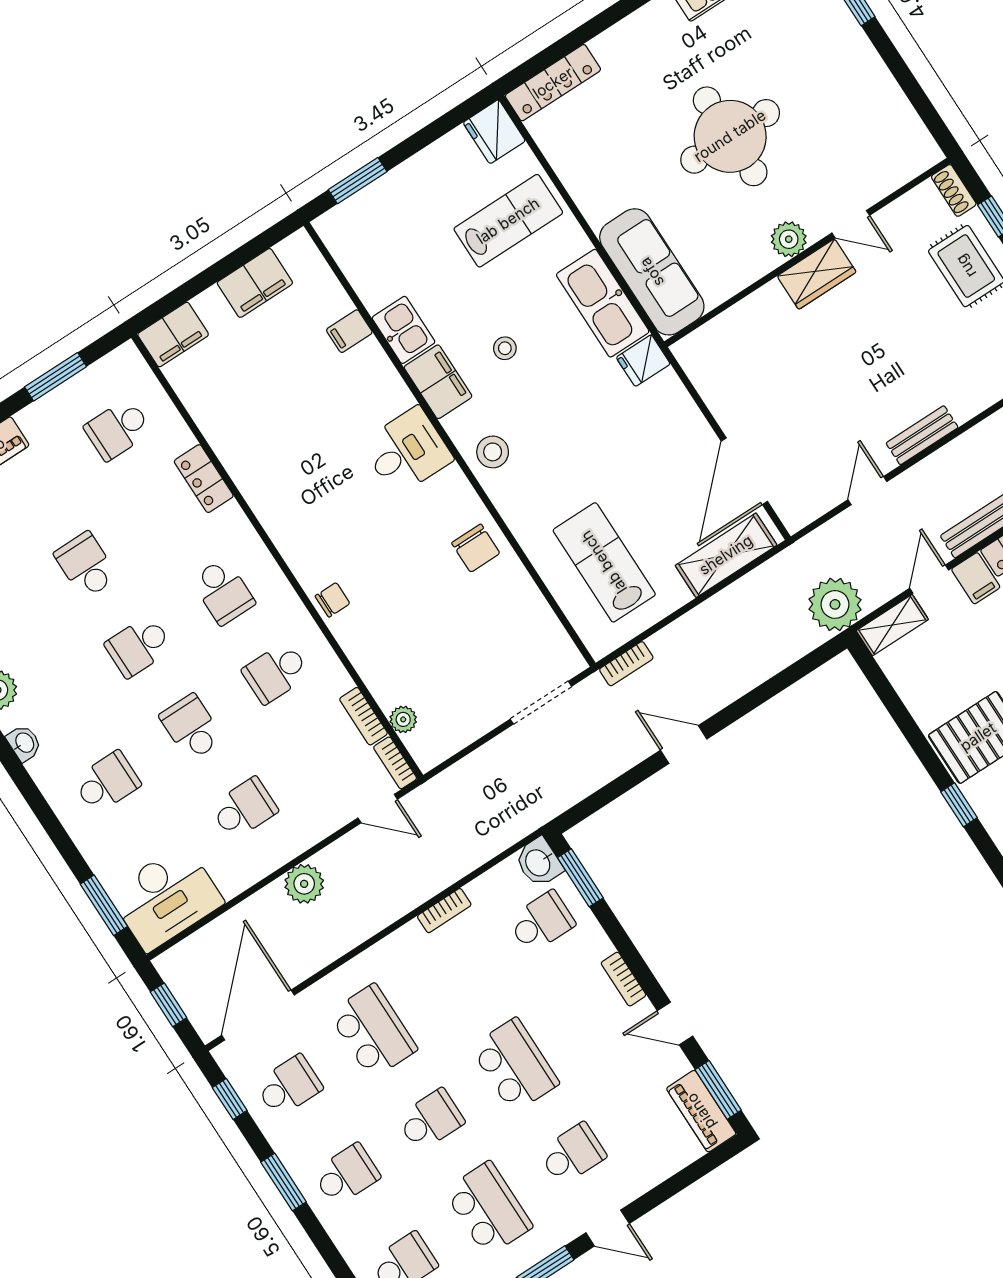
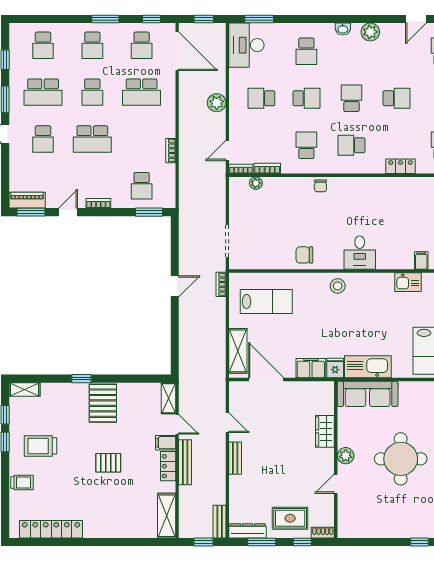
wardrobe: (817, 274) -> (325, 431), moved
stool: (505, 348) -> (375, 317), removed
filing cabinet: (438, 382) -> (311, 368), moved, turned 180
plant: (835, 604) -> (191, 381), removed
school desk: (244, 809) -> (261, 98), turned 90
washbasin: (539, 862) -> (166, 200), removed

